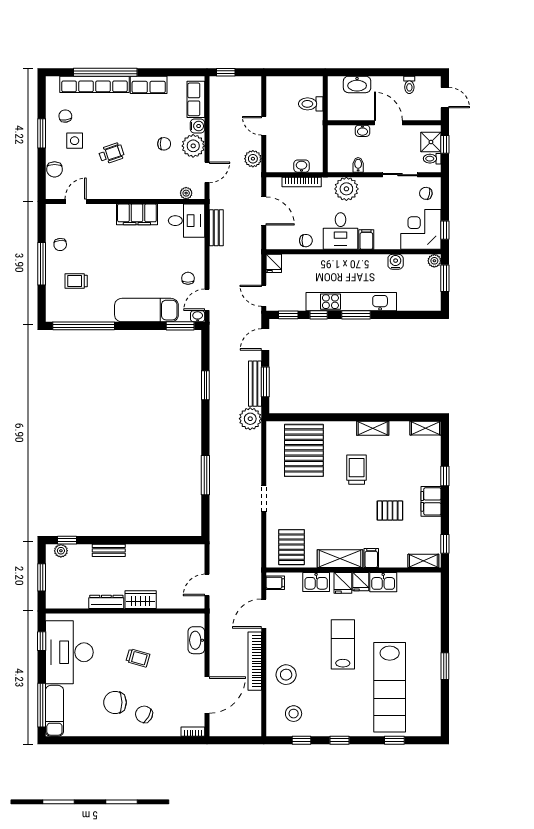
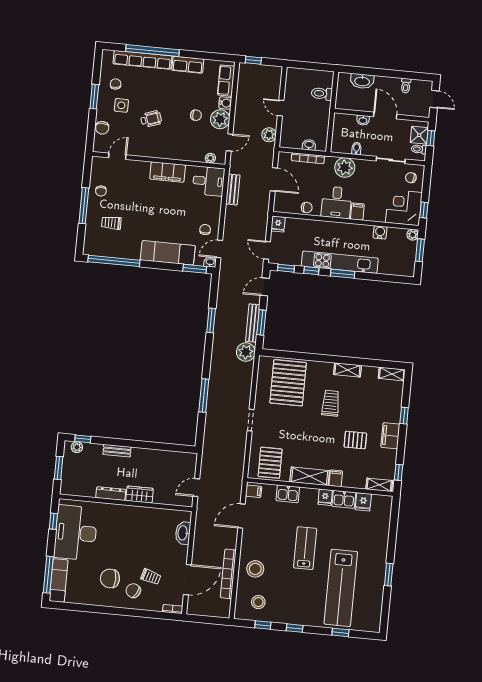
fridge: (343, 583) -> (363, 502), moved
trolley: (138, 658) -> (151, 577), moved
bookcase: (255, 661) -> (228, 574), moved

